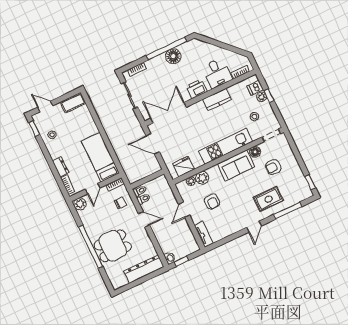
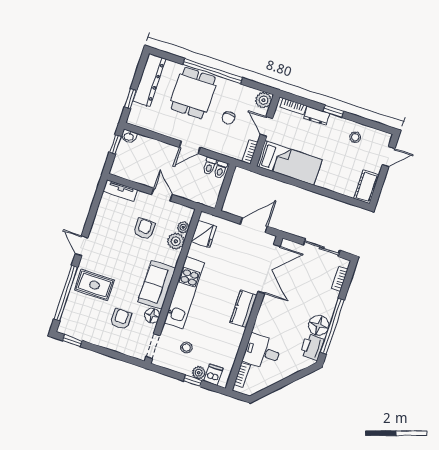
printer: (197, 89) -> (312, 347), moved, turned 180
kitchen counter: (217, 99) -> (243, 309), moved
window: (34, 129) -> (333, 111), moved
rug: (268, 199) -> (94, 285), turned 90
armchair: (212, 202) -> (144, 229), turned 90
chair: (121, 203) -> (228, 118), moved
window: (288, 211) -> (66, 293), width x1.46
dresser: (144, 269) -> (149, 80), moved
window: (149, 277) -> (130, 99), added

